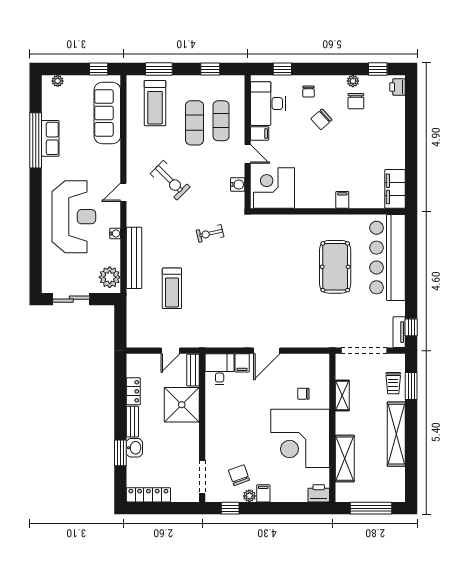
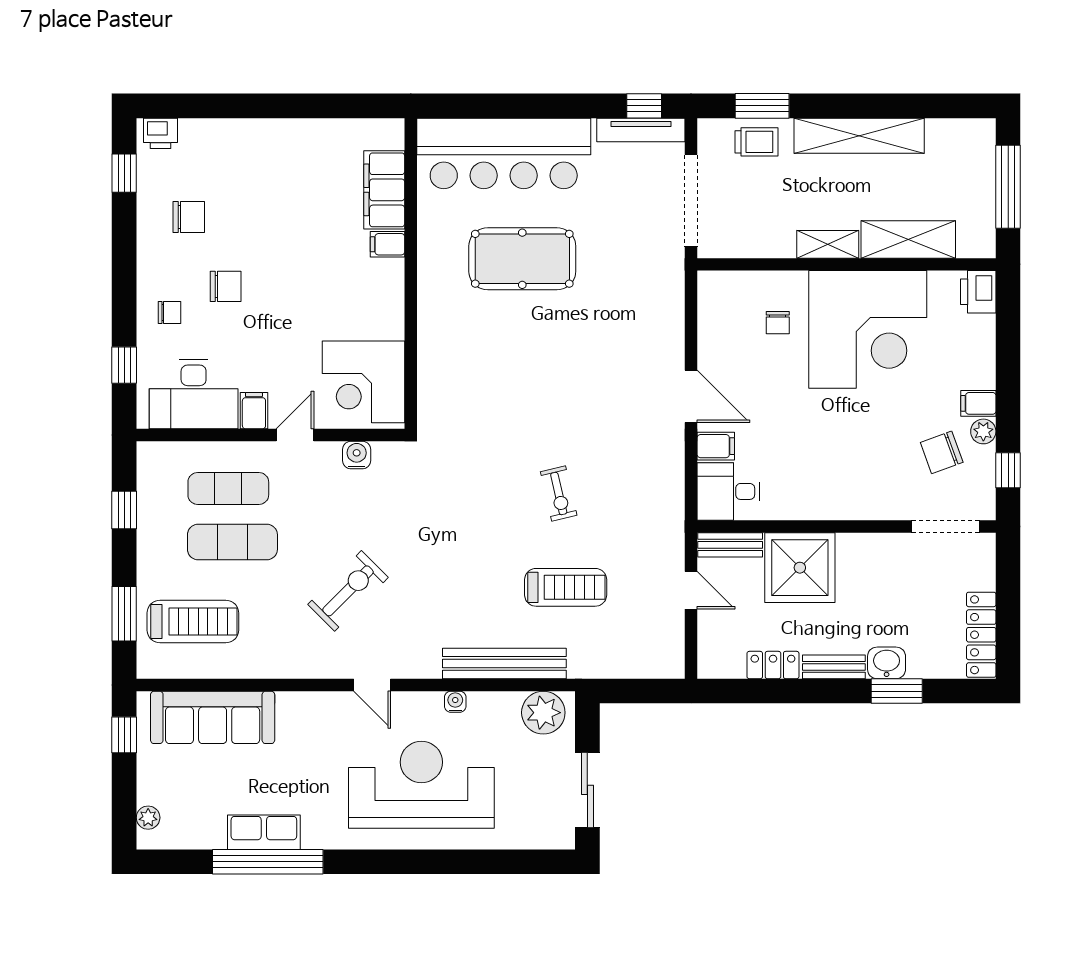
plant: (353, 81) -> (148, 223), removed
chair: (321, 119) -> (226, 286), turned -48
filing cabinet: (395, 189) -> (384, 190), moved, turned 90
exercise bike: (210, 233) -> (559, 494), moved
tv unit: (399, 332) -> (641, 130), width x1.41
shelving: (342, 396) -> (828, 244), moved

